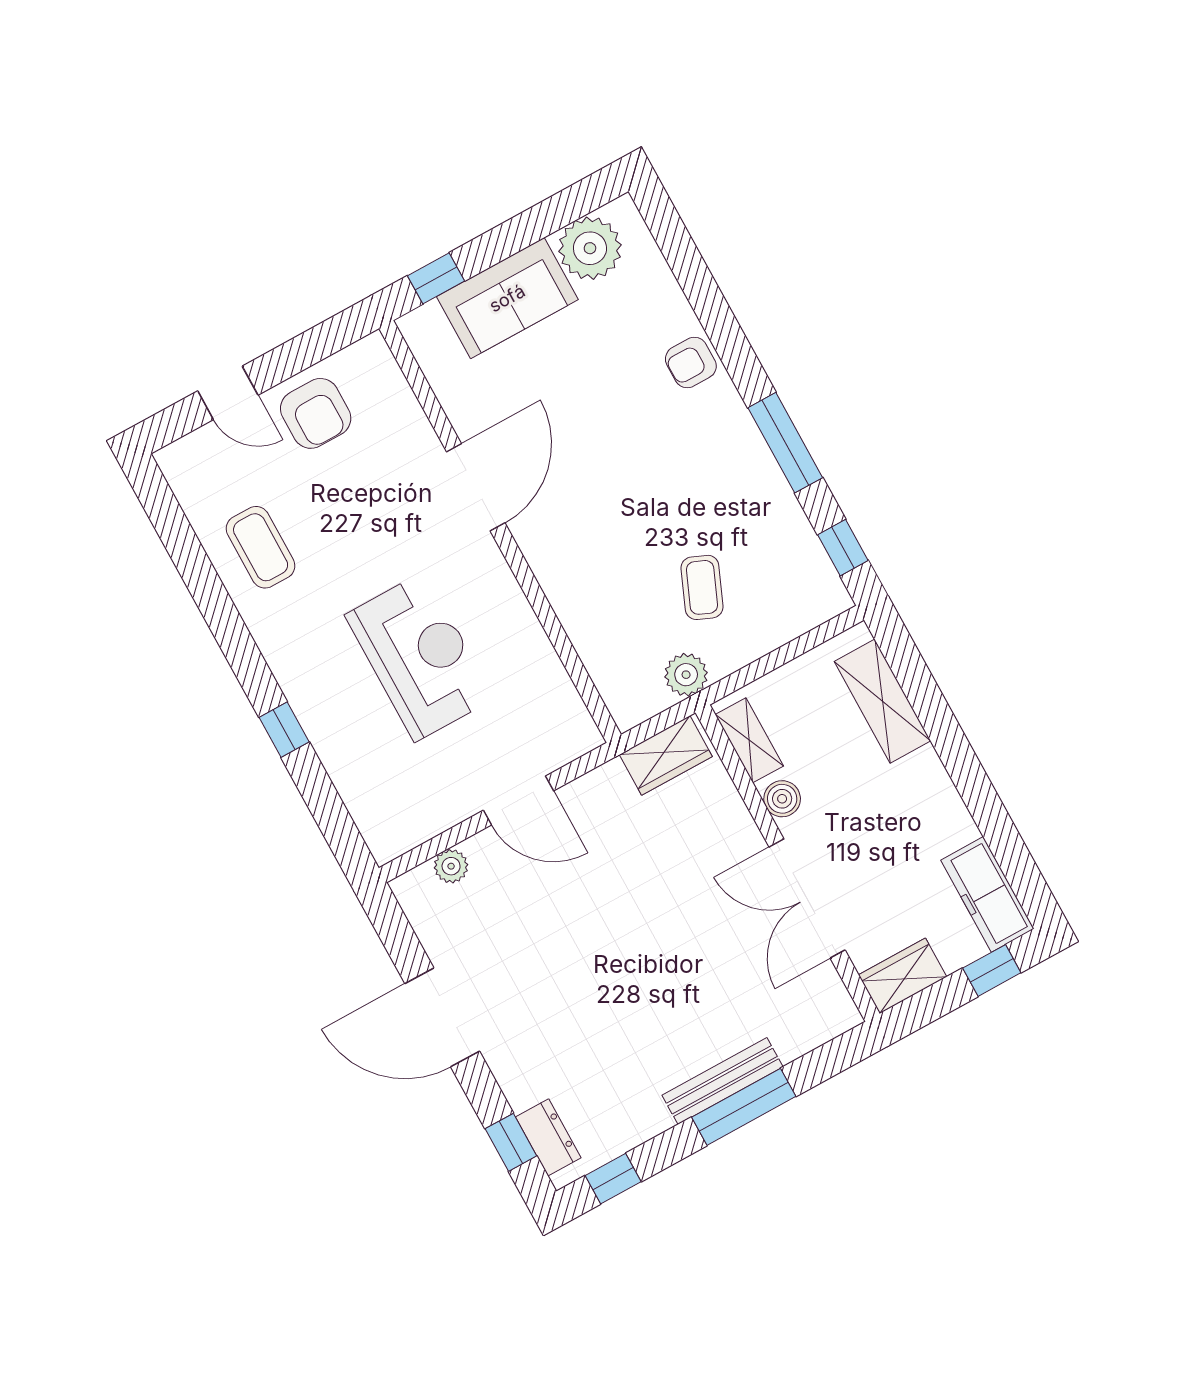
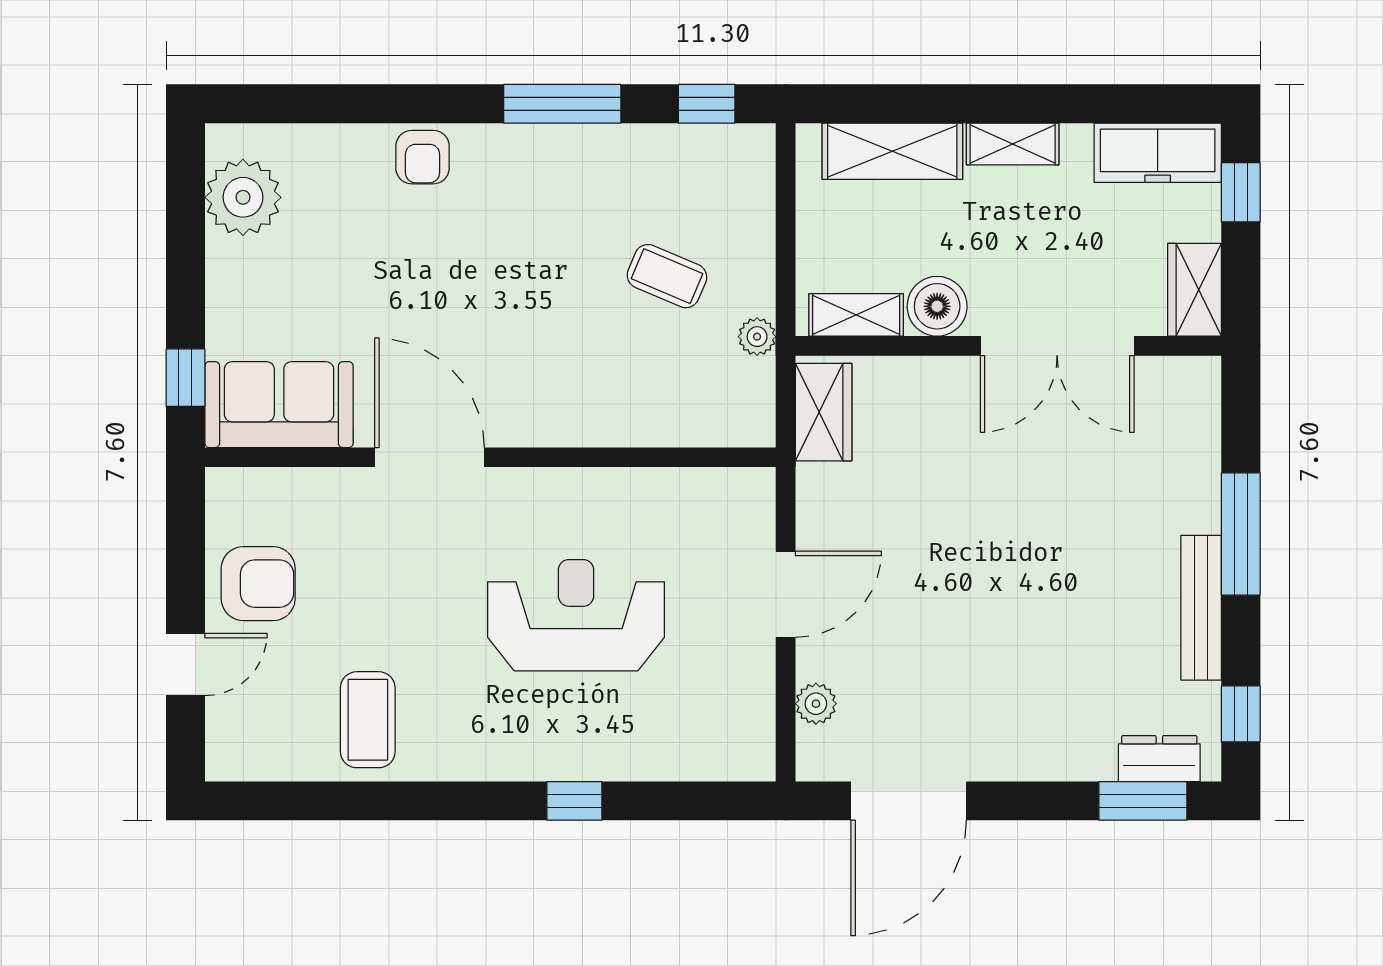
sofa: (507, 298) -> (279, 405), moved, turned -90
coffee table: (261, 547) -> (368, 720), turned 90
plant: (686, 675) -> (757, 337), width x0.73, depth x0.73
shelving: (936, 786) -> (1013, 144), added
boiler: (782, 799) -> (937, 306), width x1.36, depth x1.36
door: (442, 1017) -> (909, 801), moved
bench: (722, 1081) -> (1201, 608), moved
window: (511, 1142) -> (1143, 801), width x1.50

